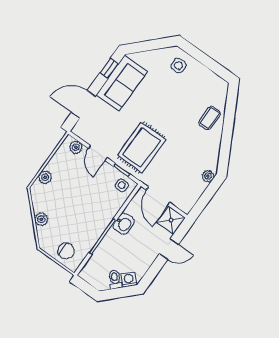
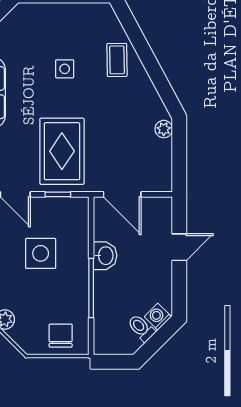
side table: (178, 65) -> (65, 69), moved
side table: (122, 185) -> (41, 253), moved, width x1.87, depth x1.87
shower: (171, 220) -> (158, 212), removed
chair: (66, 251) -> (61, 336), turned -90

